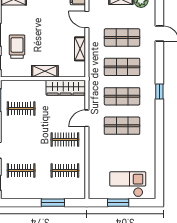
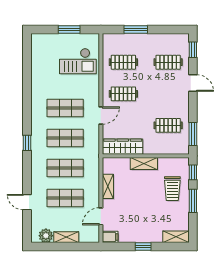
door: (87, 20) -> (101, 216), swing flipped
checkout: (128, 184) -> (78, 61), moved

